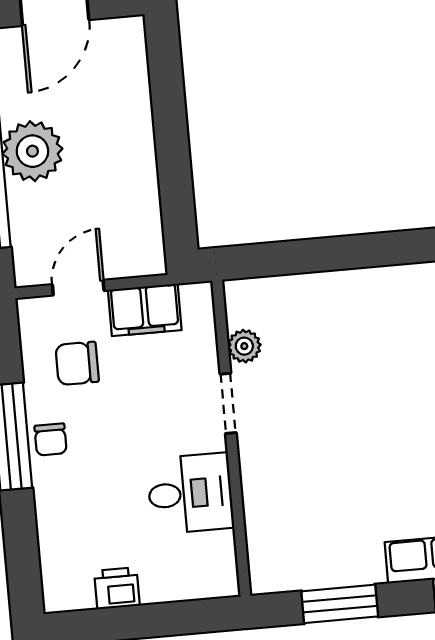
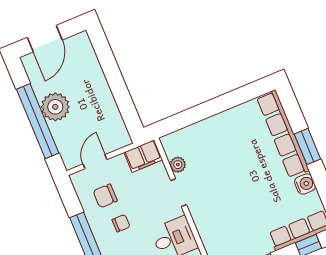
filing cabinet: (145, 310) -> (143, 156), moved
chair: (51, 439) -> (121, 223), moved, turned -90

